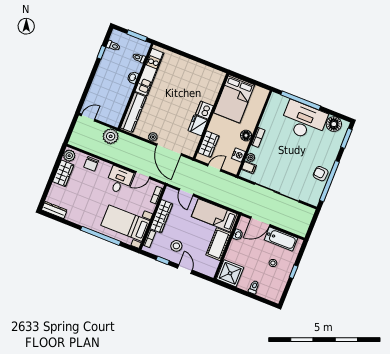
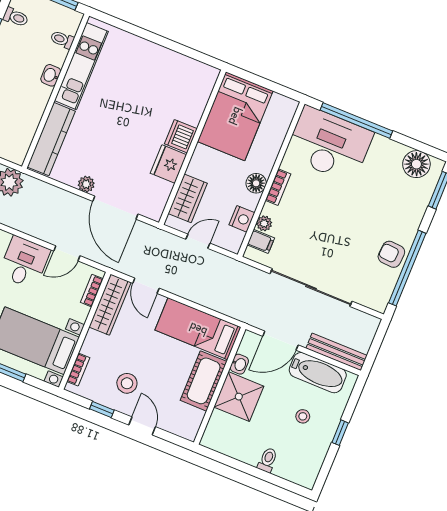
desk: (304, 121) -> (329, 144), moved
wardrobe: (161, 216) -> (110, 305), moved
bench: (291, 227) -> (337, 352), added
shower: (230, 273) -> (239, 397), moved

